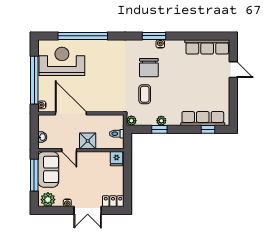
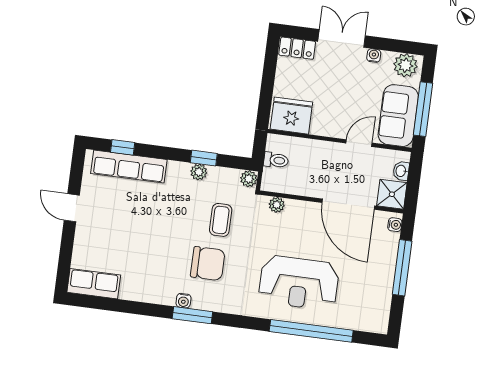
row of seats: (207, 47) -> (94, 284), width x0.68
reception desk: (62, 61) -> (299, 283), moved
chair: (149, 68) -> (208, 264), turned 90
door: (233, 70) -> (72, 208), moved
window: (34, 80) -> (402, 268), width x0.68
plant: (113, 107) -> (277, 205), added
shower: (88, 141) -> (392, 194), moved
door: (69, 150) -> (359, 143), hinge flipped
fridge: (116, 159) -> (291, 116), width x1.88, depth x1.34

